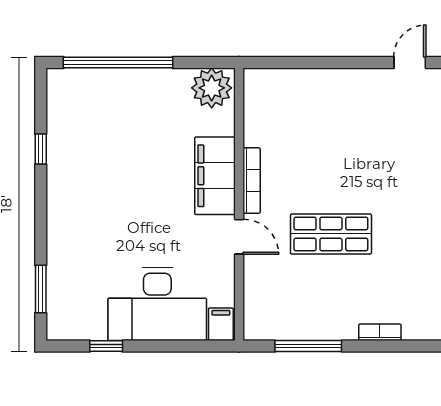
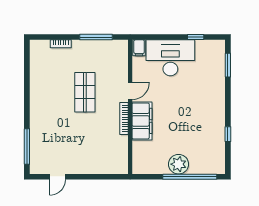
door: (410, 62) -> (57, 177), moved
plant: (212, 88) -> (179, 164), moved
shop shelf: (331, 234) -> (85, 92), turned 90
door: (239, 237) -> (130, 91), swing flipped

